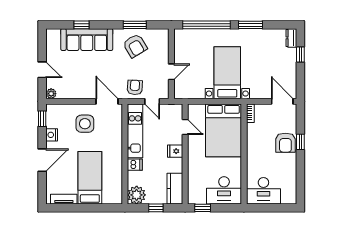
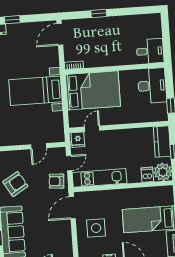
door: (171, 72) -> (39, 146), swing flipped
armchair: (285, 143) -> (101, 28), removed
fridge: (175, 151) -> (78, 140), moved
dishwasher: (135, 165) -> (147, 175), moved
kitchen counter: (175, 189) -> (162, 142), moved, turned 90
desk: (263, 191) -> (150, 51), width x0.73

